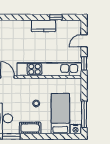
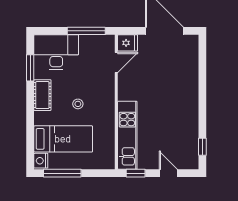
window: (56, 17) -> (202, 147), moved
kitchen counter: (43, 26) -> (190, 114), removed
kitchen unit: (49, 69) -> (127, 135), width x0.73

